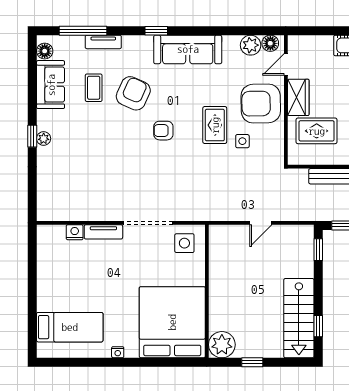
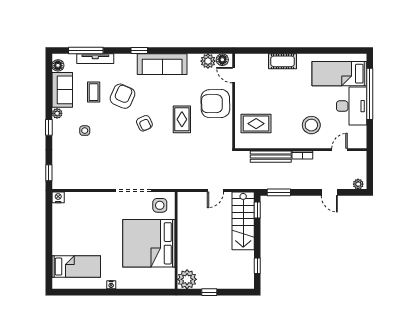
tv unit: (103, 42) -> (95, 59), width x1.41
door: (286, 64) -> (234, 75), hinge flipped
wardrobe: (298, 97) -> (243, 99), removed
armchair: (163, 131) -> (144, 123), turned -115
plant: (44, 139) -> (57, 113), moved
side table: (242, 141) -> (85, 131), moved
window: (32, 198) -> (49, 173), added
nightstand: (75, 232) -> (58, 197), moved
tv unit: (103, 232) -> (101, 197), removed
stairs: (299, 318) -> (243, 221), moved
bed: (172, 322) -> (149, 243), moved, turned -90

